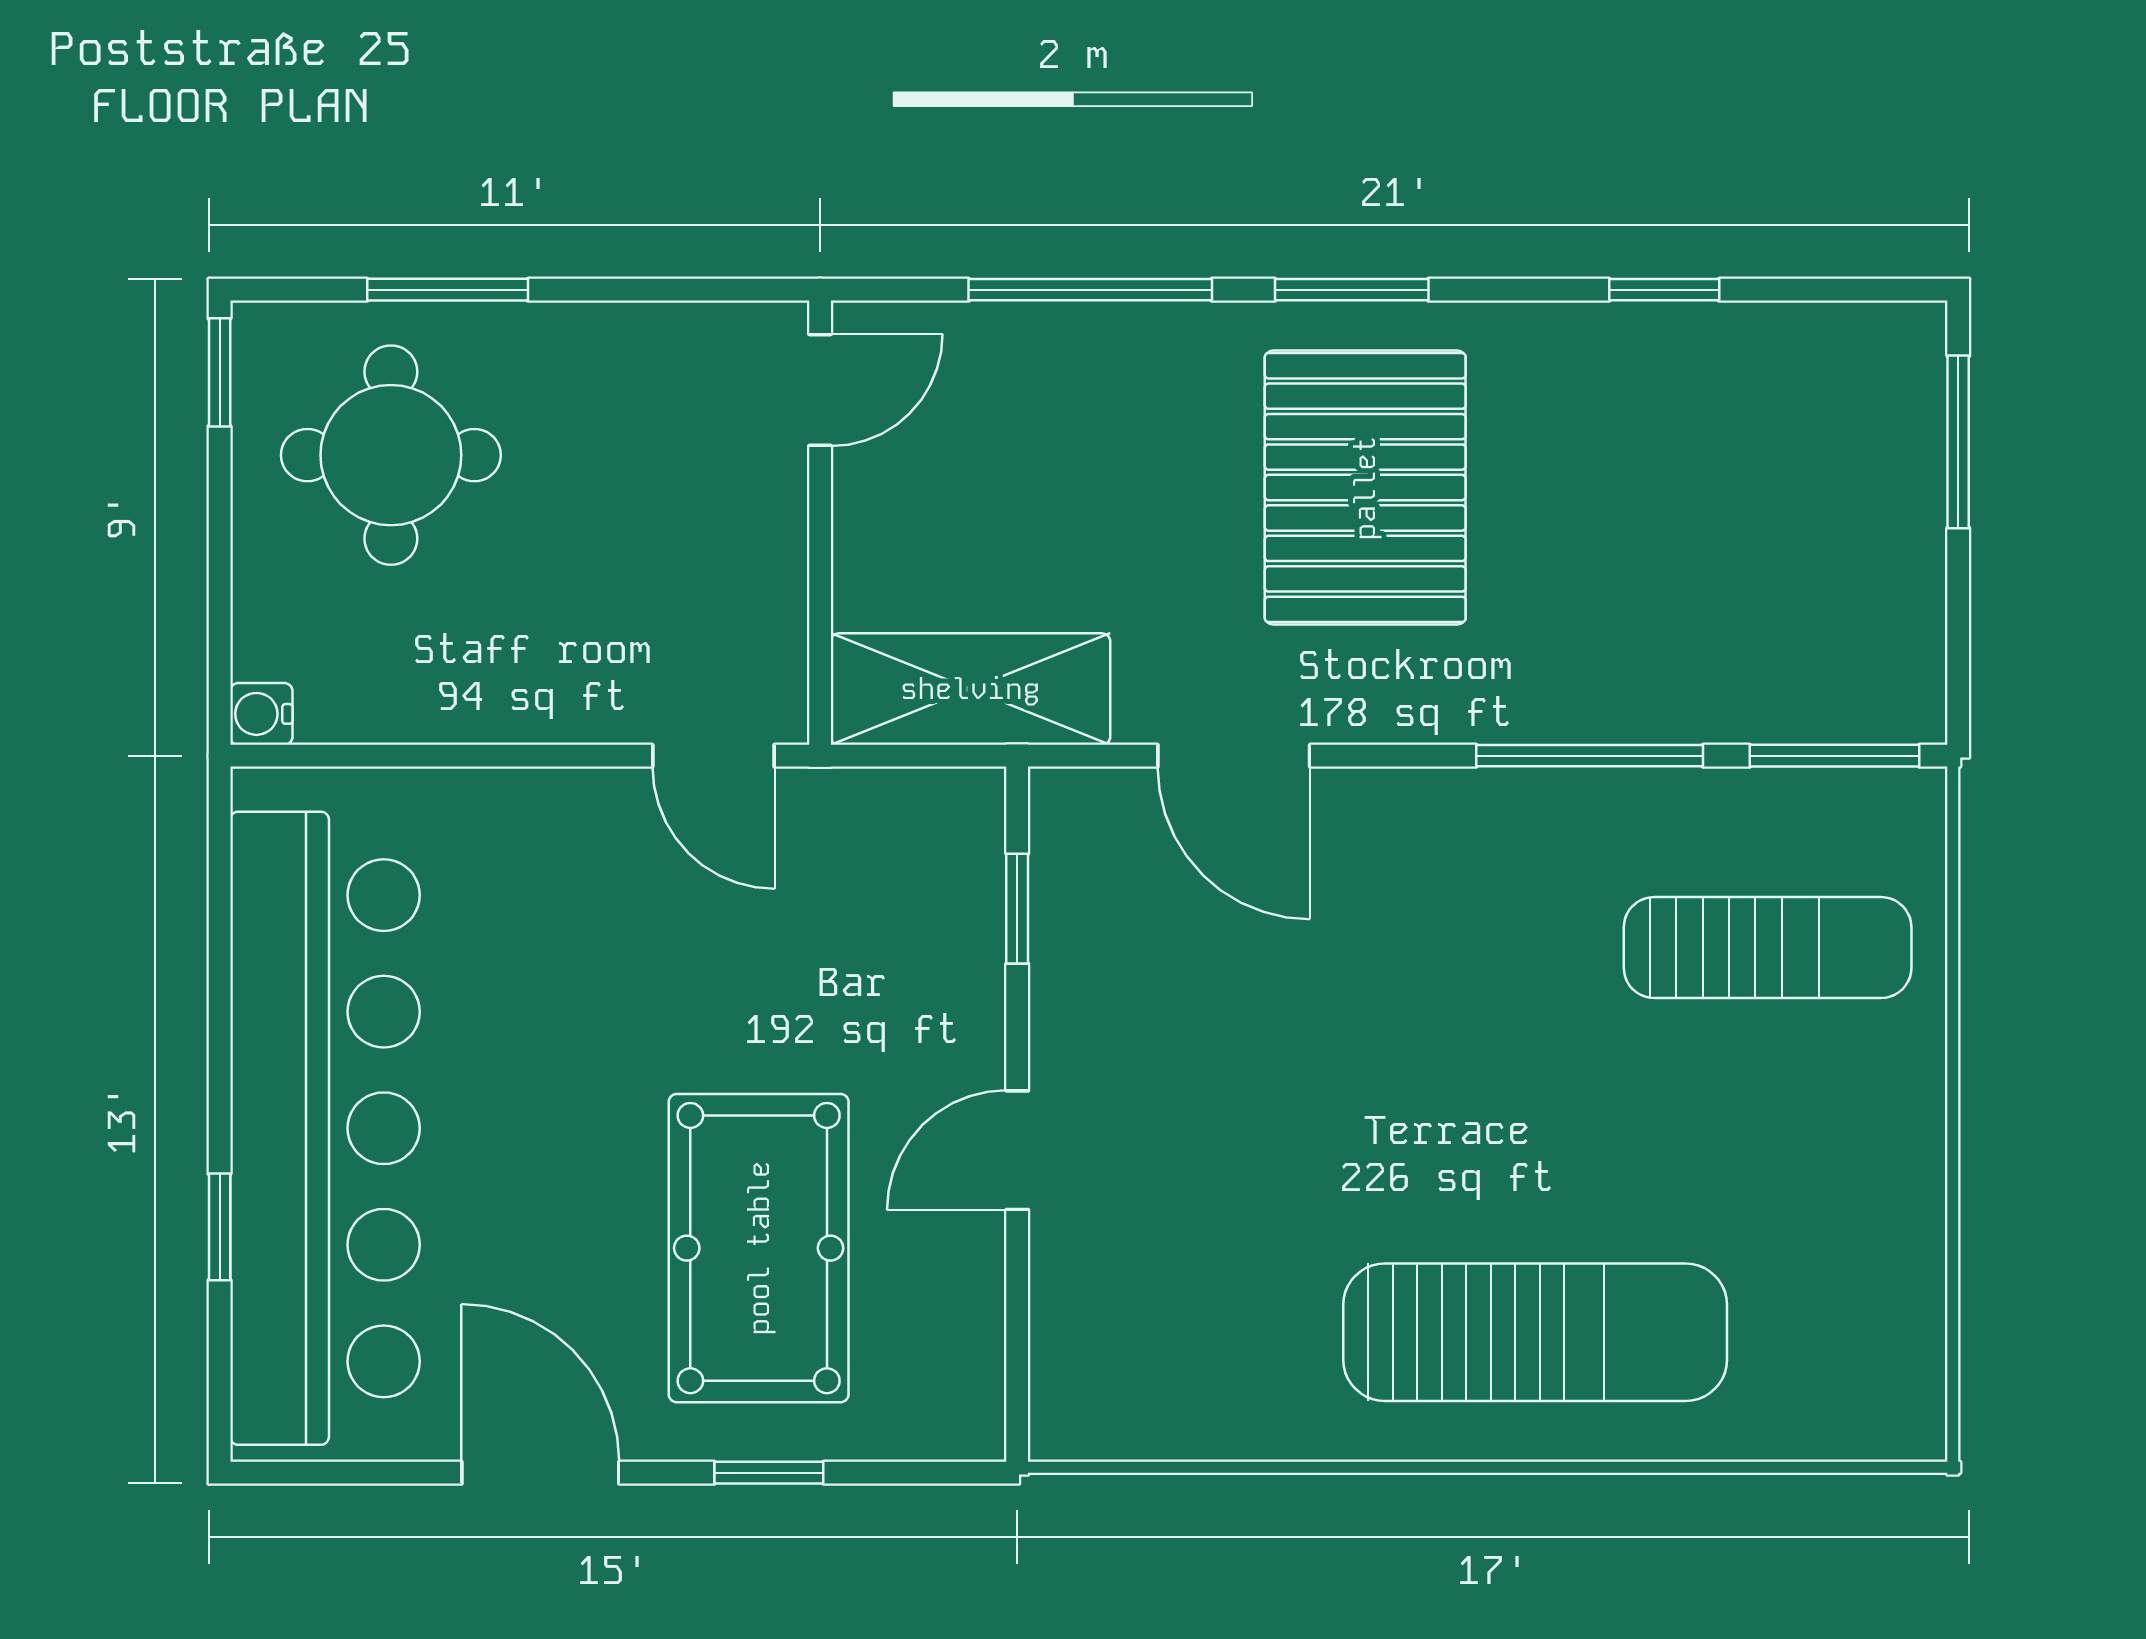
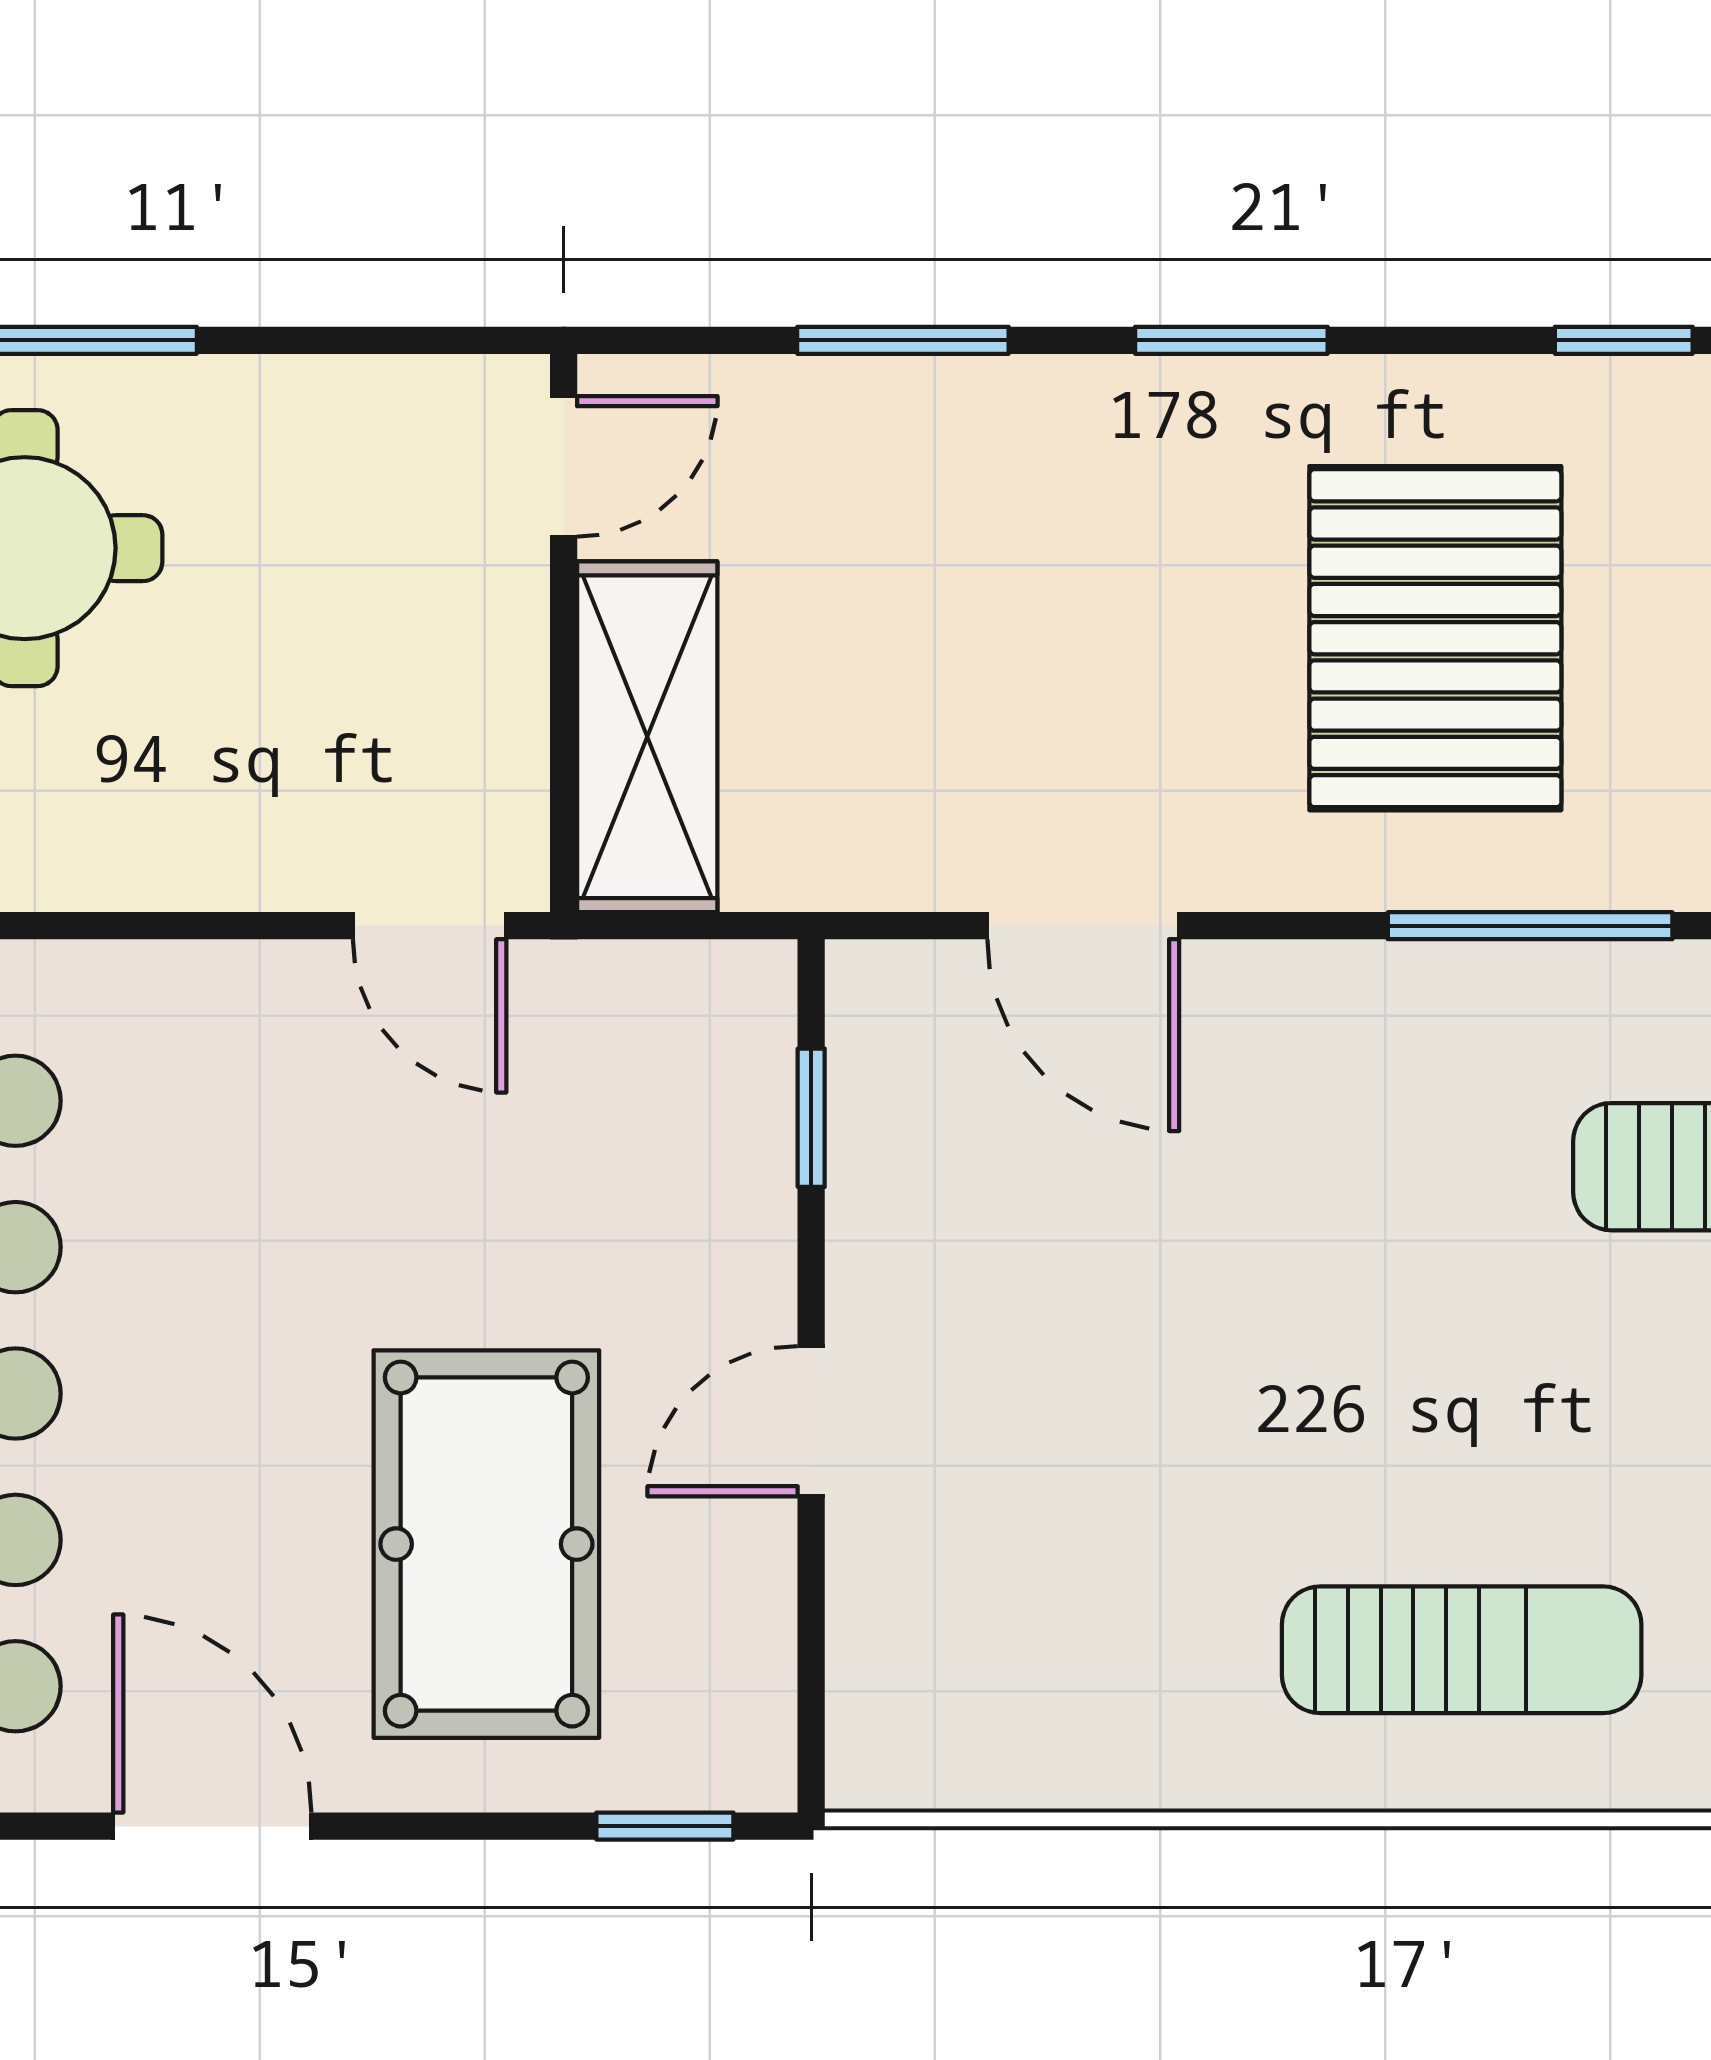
window: (1090, 290) -> (903, 340), width x0.69
pallet: (1365, 488) -> (1435, 638), moved
shelving: (970, 689) -> (647, 737), moved, turned 90
sun lounger: (1535, 1332) -> (1462, 1650), width x0.73, depth x0.75
window: (769, 1473) -> (665, 1826), moved

